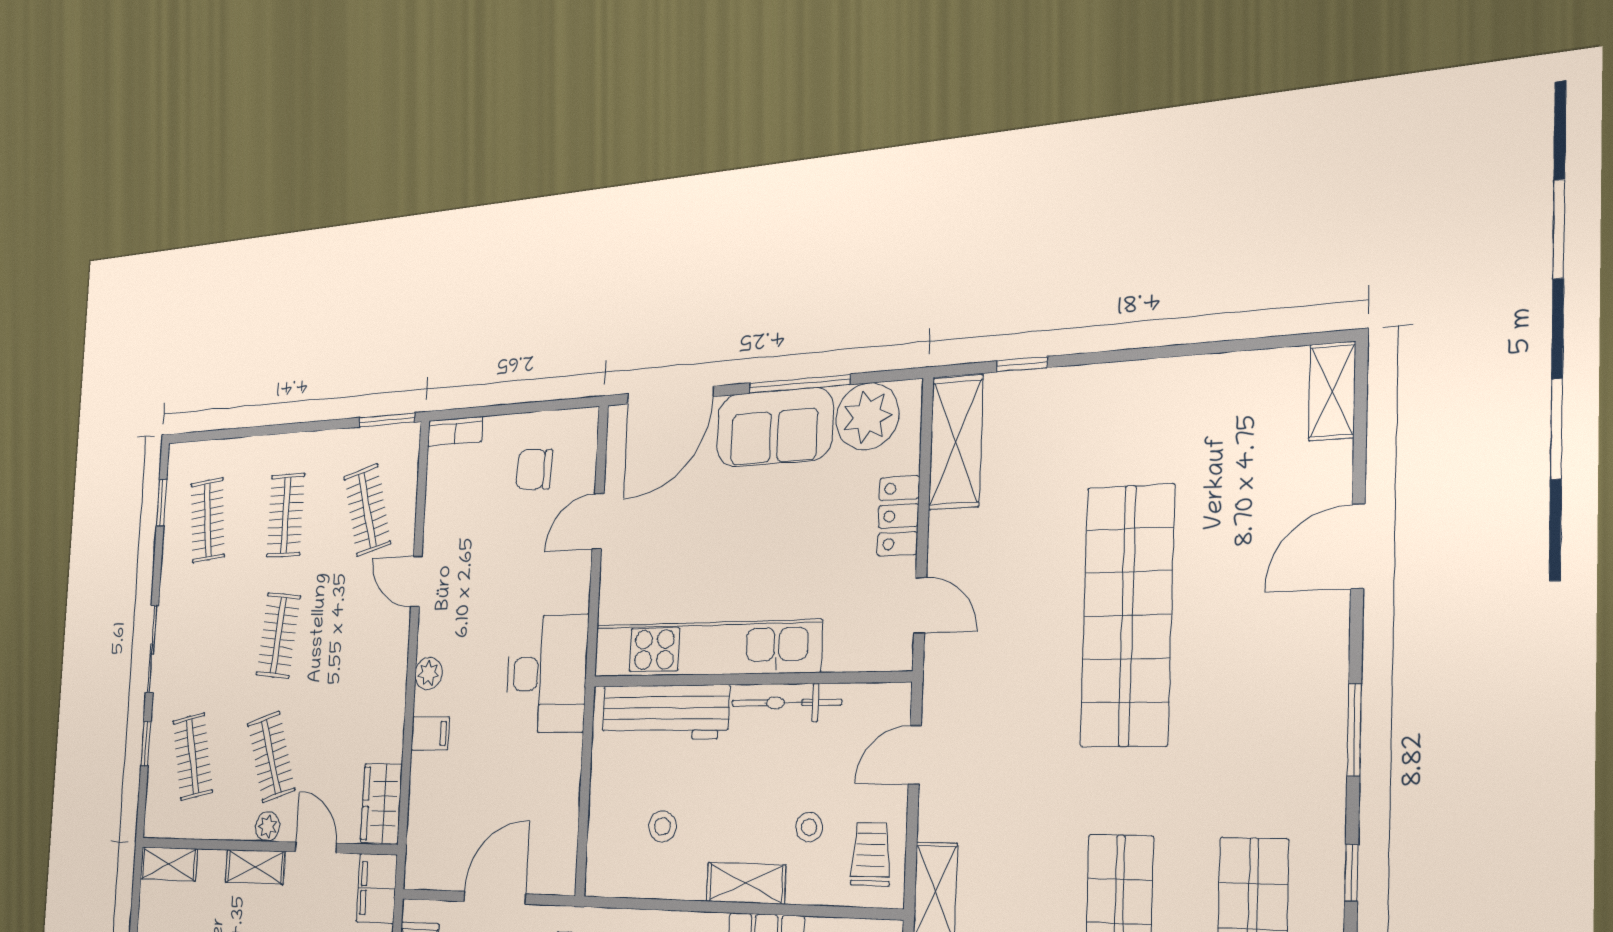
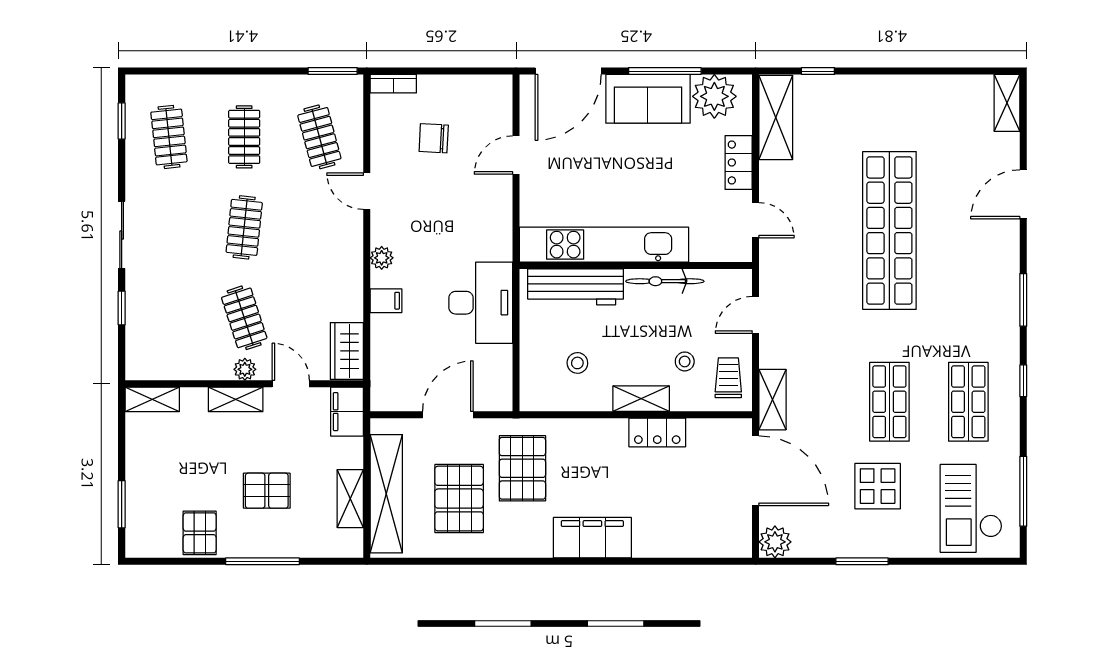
chair: (534, 469) -> (434, 138), moved
desk: (547, 674) -> (481, 303), moved
clothes rail: (193, 757) -> (169, 318), removed

